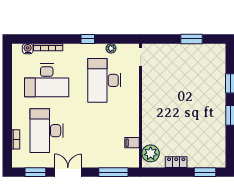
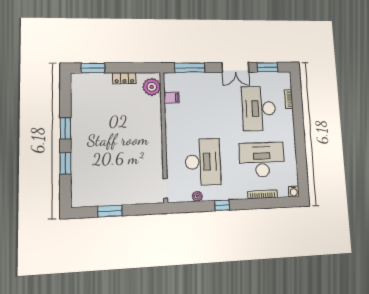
water cooler: (28, 49) -> (294, 191), moved
desk: (47, 131) -> (259, 108), turned 180

